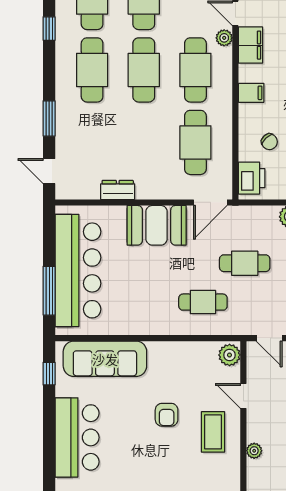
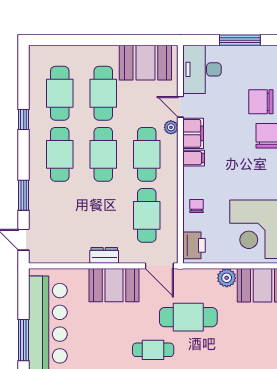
filing cabinet: (251, 93) -> (194, 158), moved
chair: (269, 142) -> (197, 206), moved, turned -137
dresser: (118, 190) -> (104, 255), moved
door: (210, 202) -> (159, 266), hinge flipped
cafe table: (245, 263) -> (188, 317), width x1.37, depth x1.35

